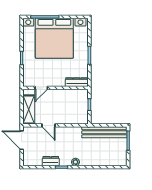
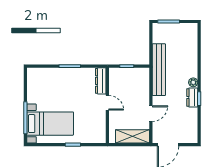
bed with nightstands: (54, 38) -> (50, 124), width x0.54
door: (41, 88) -> (107, 103), moved
bench: (104, 132) -> (159, 70), moved
dresser: (51, 161) -> (192, 98), moved

